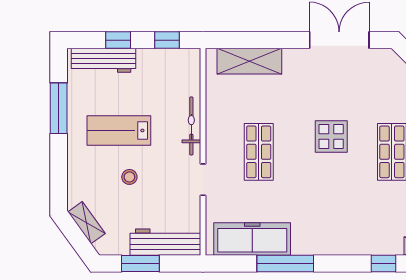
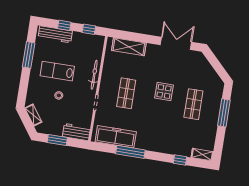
workbench: (165, 242) -> (76, 132), width x0.73

